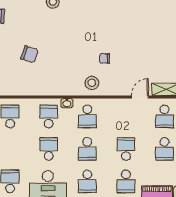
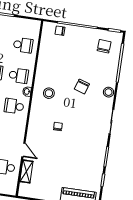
chair: (30, 54) -> (82, 87), moved
stool: (92, 83) -> (49, 93), moved

